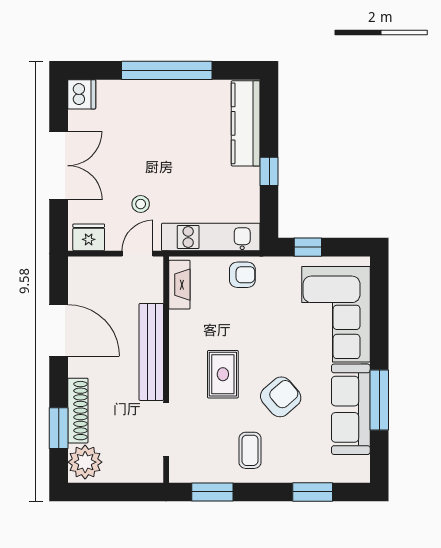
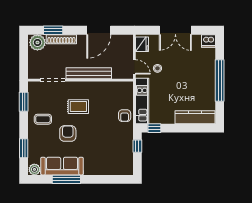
window: (269, 171) -> (154, 128), moved
fireplace: (179, 285) -> (120, 86), removed
corner sofa: (336, 314) -> (106, 159), removed
armchair: (281, 397) -> (68, 133), turned -139
plant: (358, 469) -> (34, 169), added

